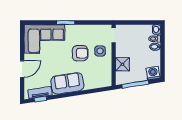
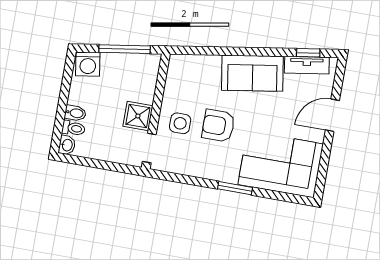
shower: (123, 64) -> (138, 116), moved

